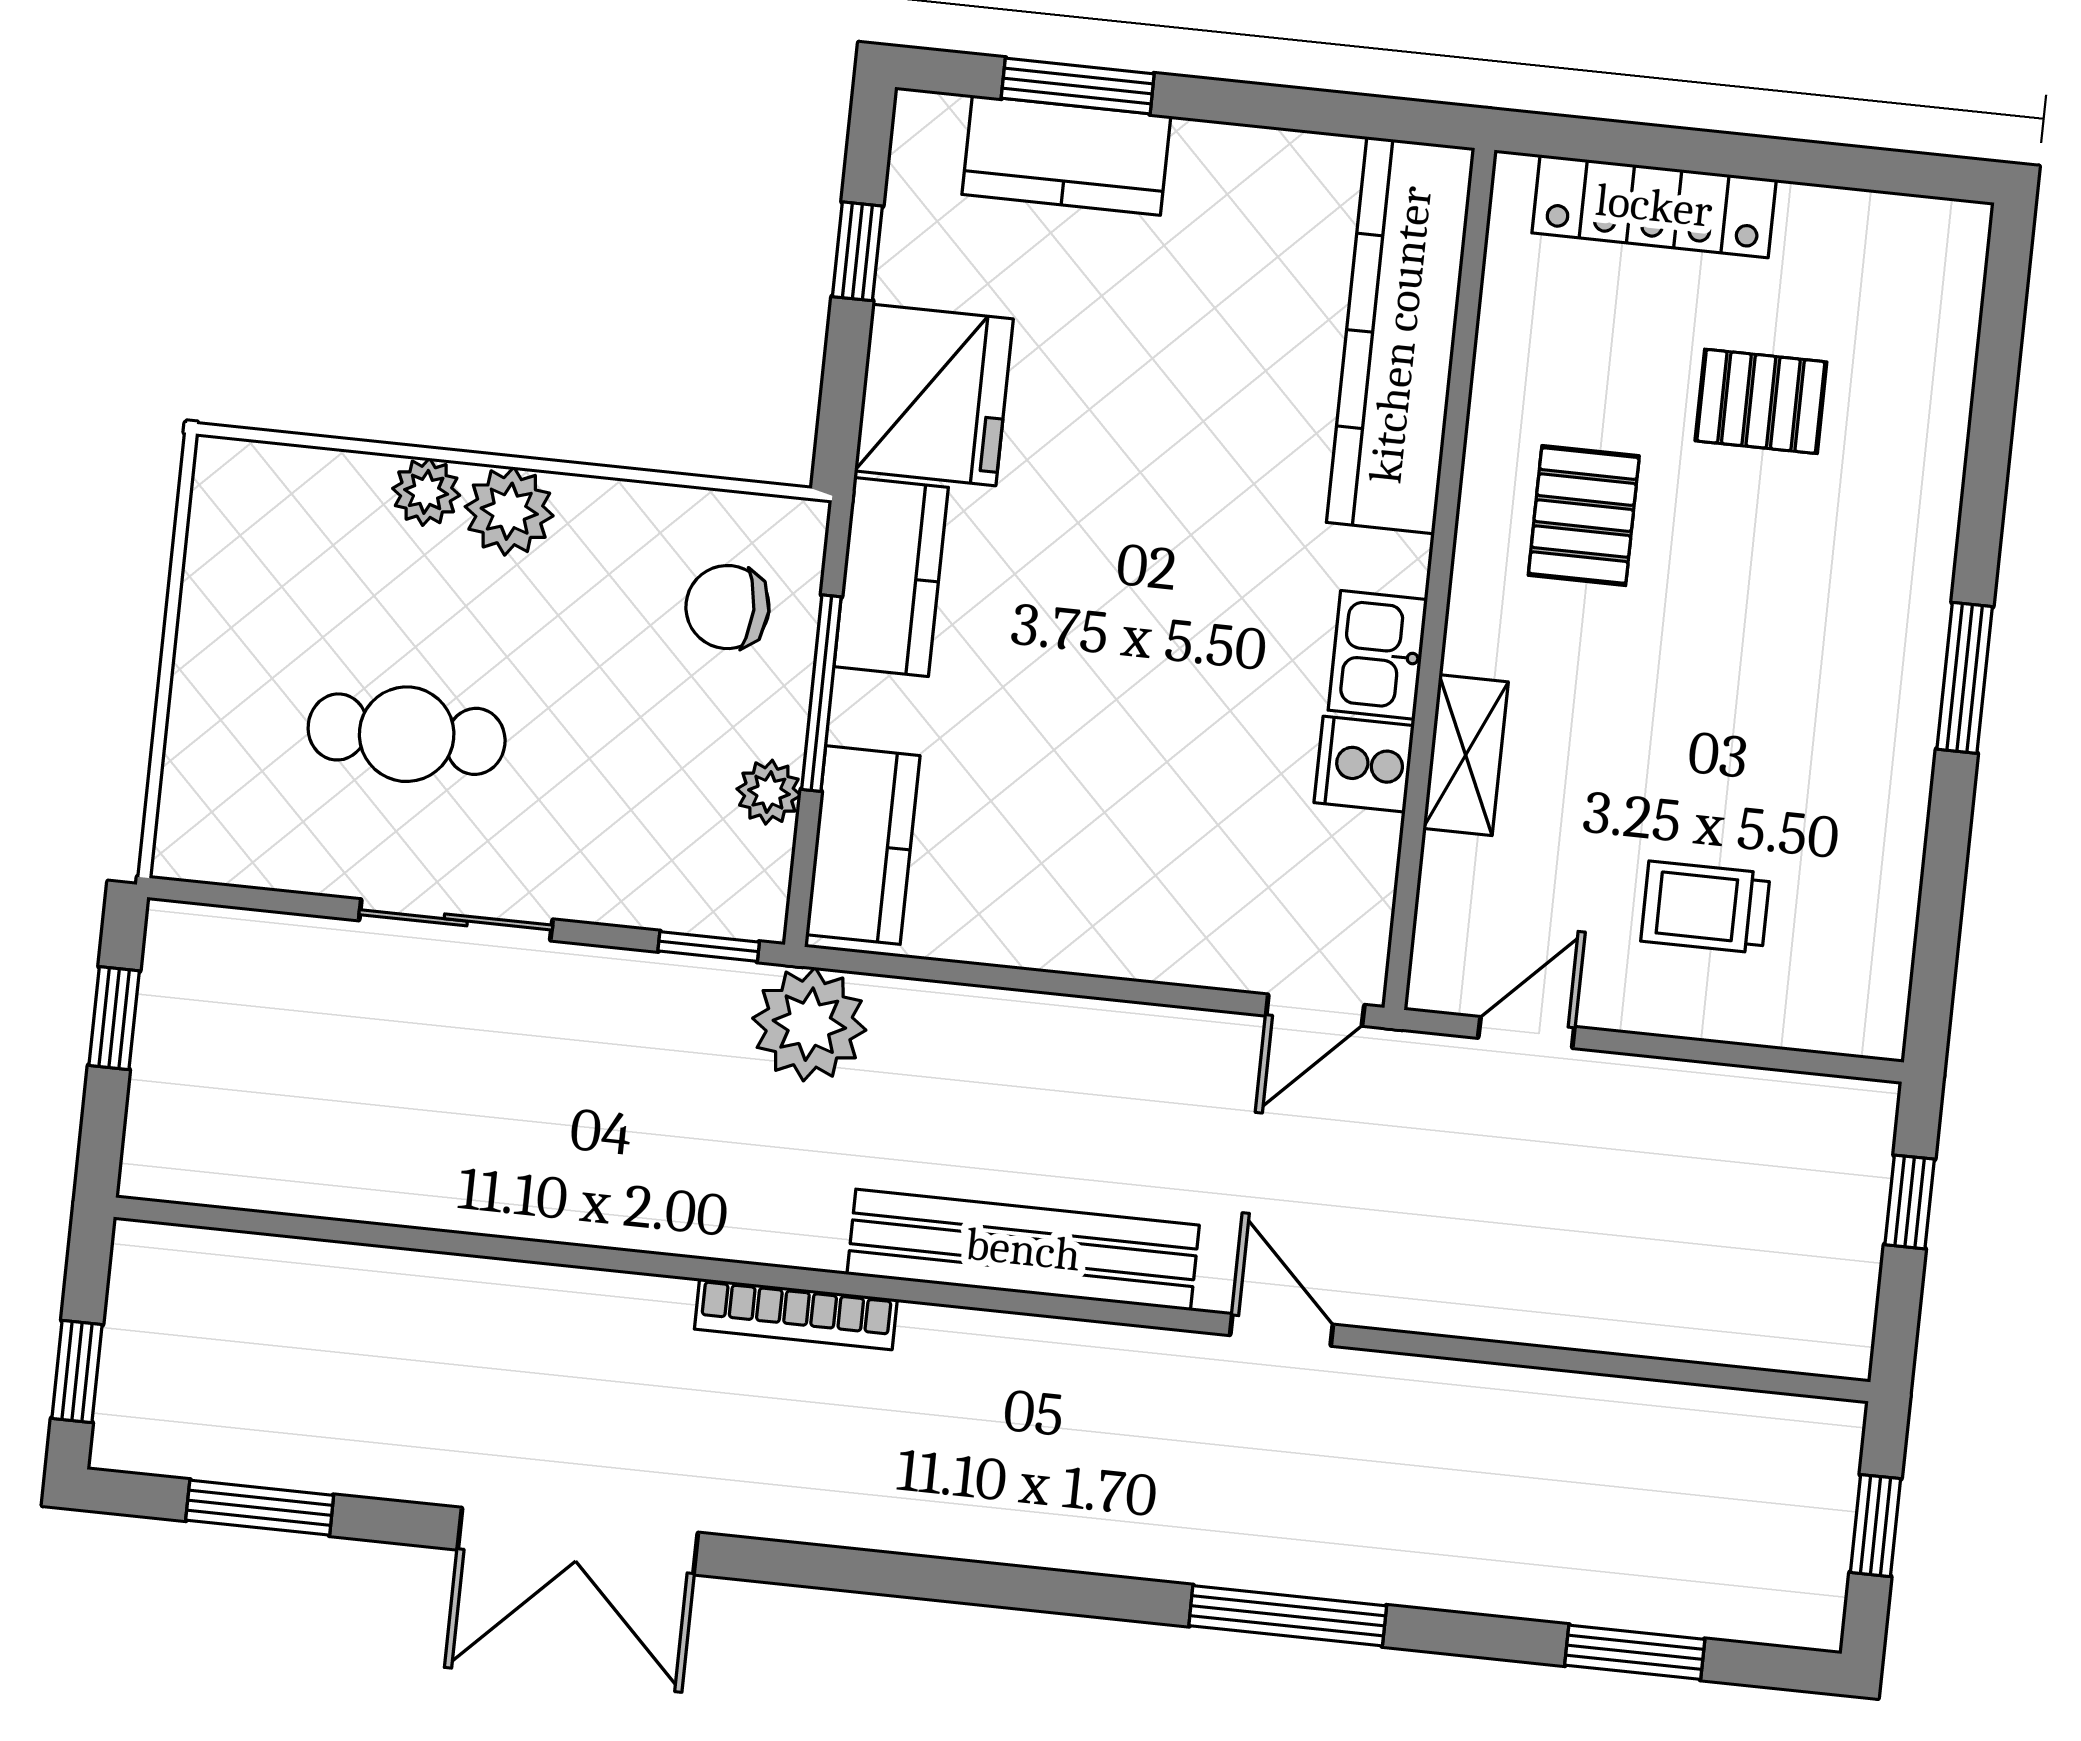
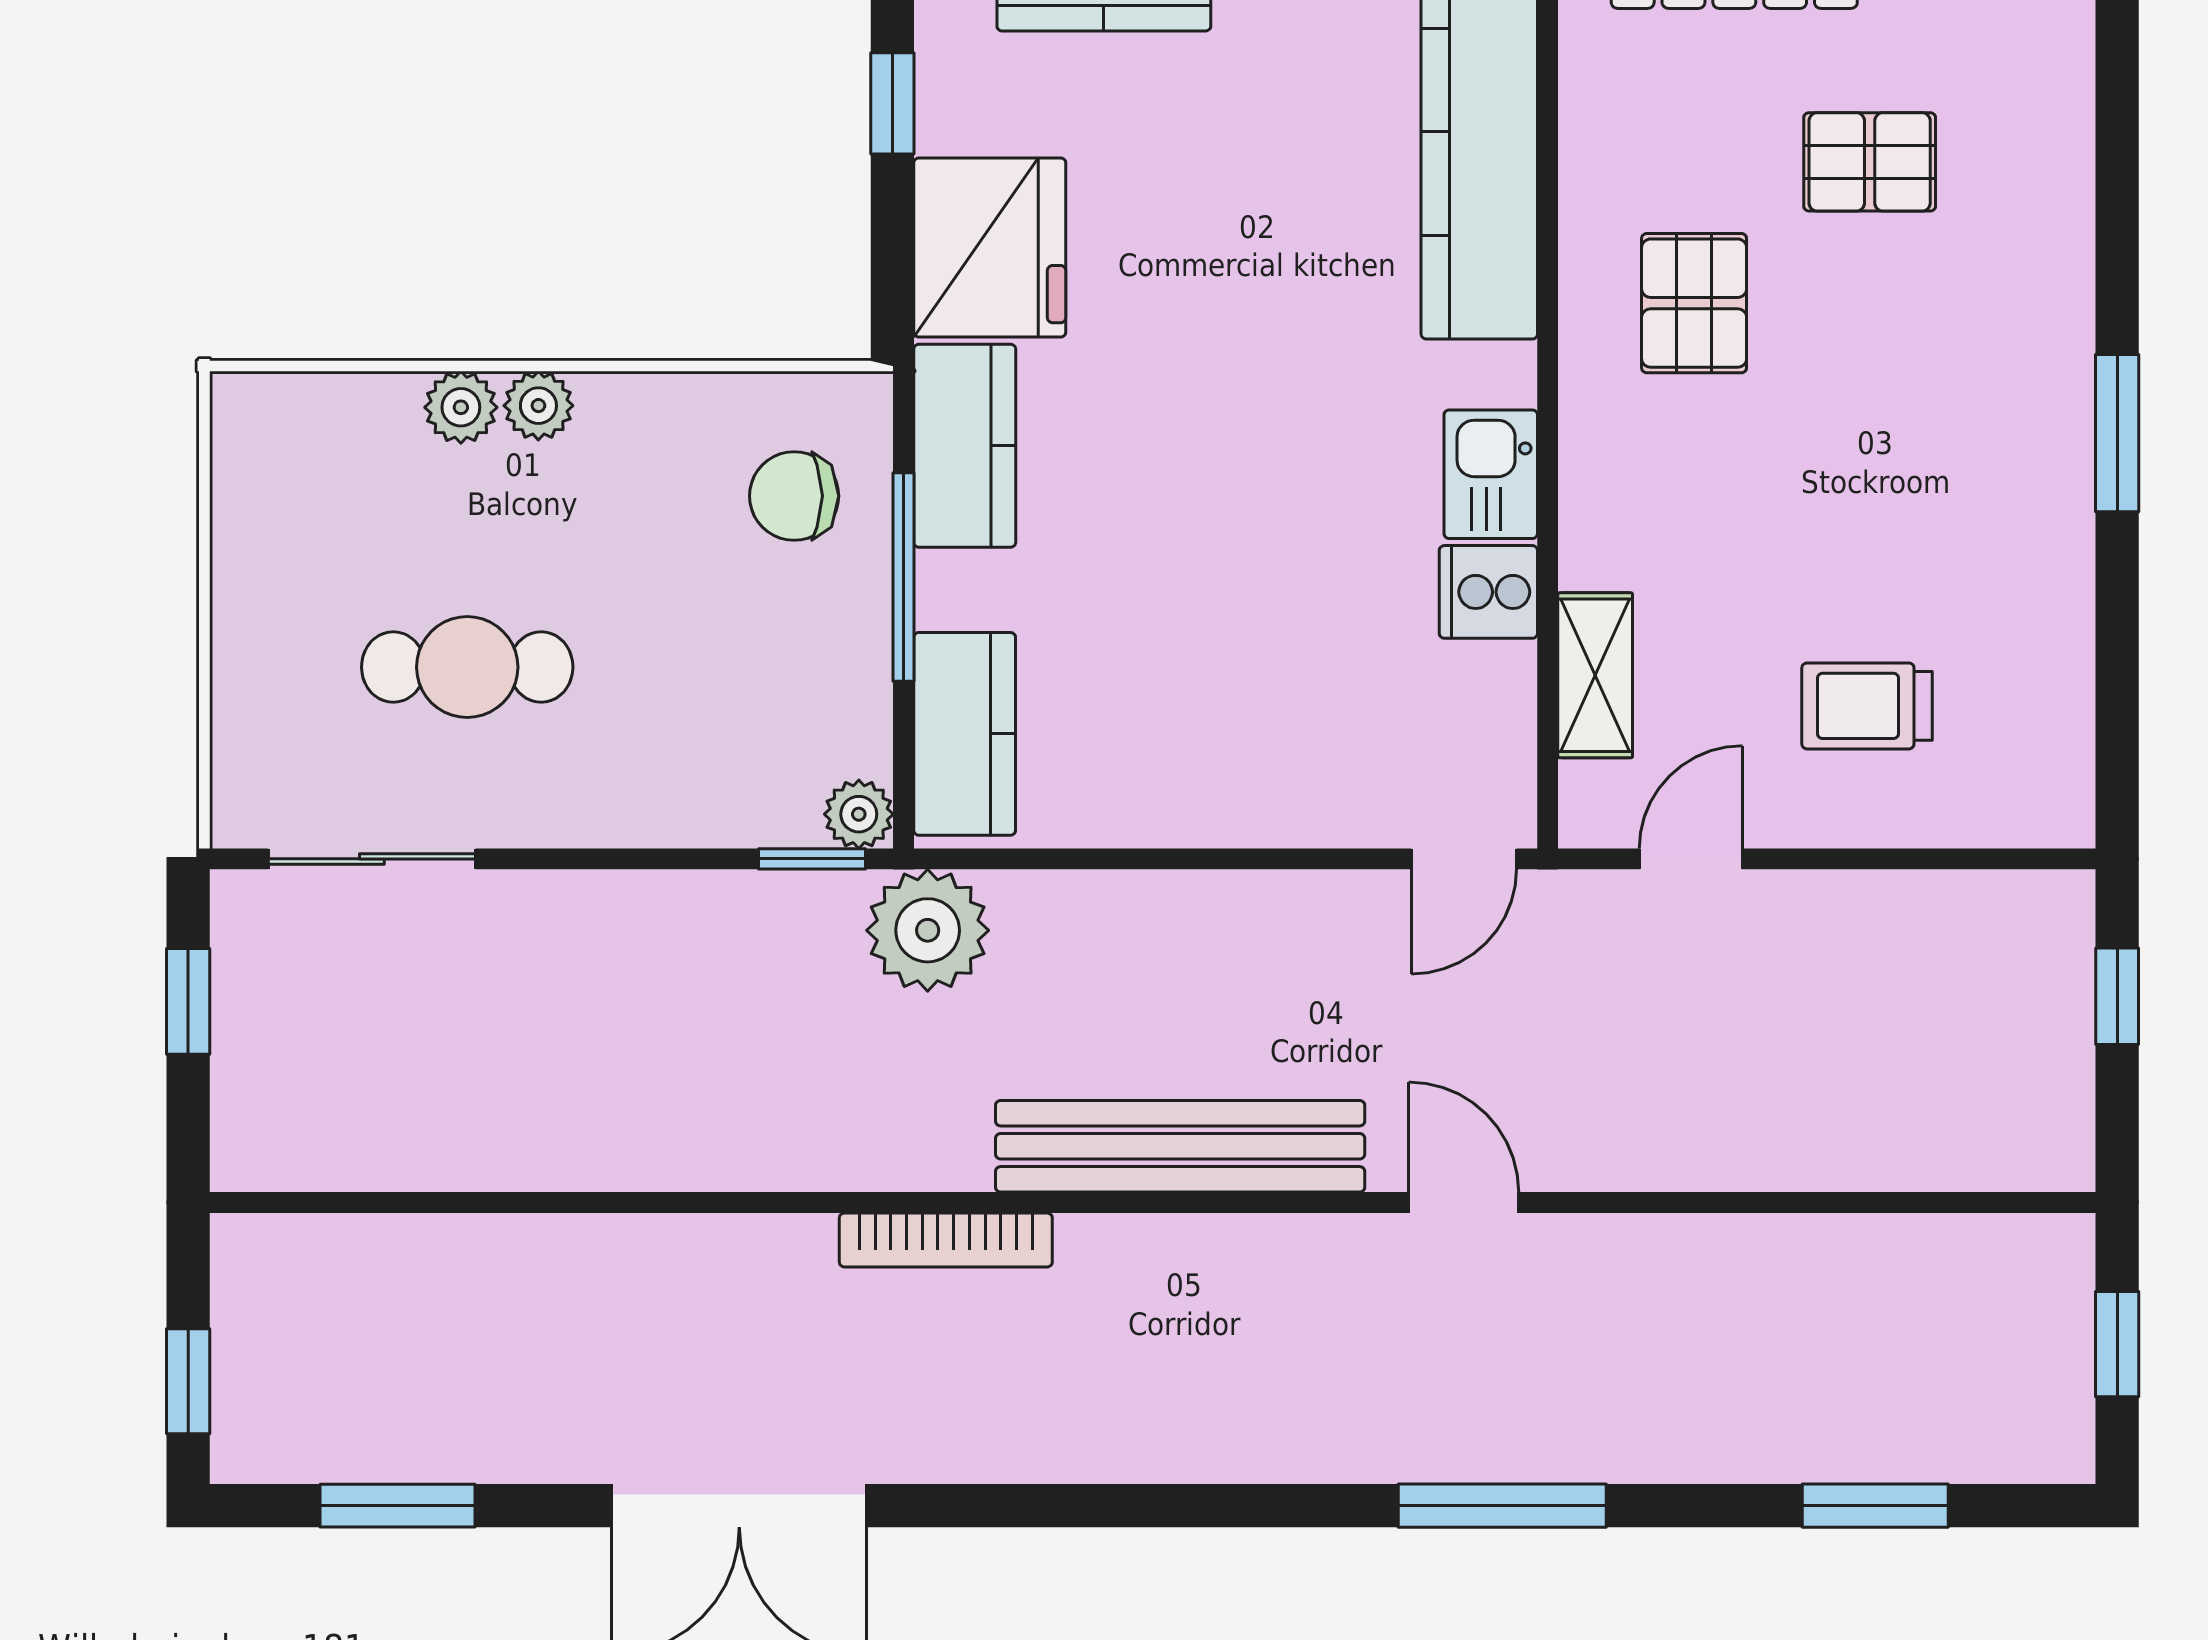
plant: (509, 511) -> (538, 406), width x0.73, depth x0.73
shelving: (1466, 755) -> (1595, 675), moved
plant: (769, 792) -> (859, 814), moved
sliding door: (456, 920) -> (372, 859), moved

